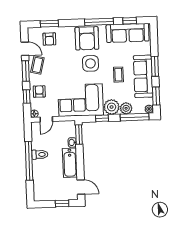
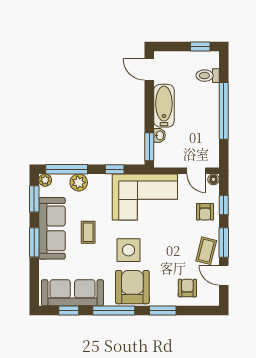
window: (49, 24) -> (163, 311), moved
plant: (112, 107) -> (100, 185), removed
door: (46, 119) -> (196, 171), swing flipped
toilet: (40, 155) -> (208, 76), moved
window: (62, 204) -> (200, 46), moved

